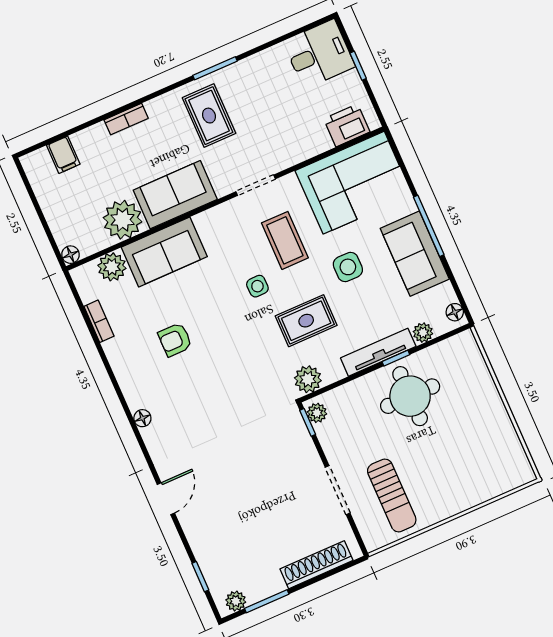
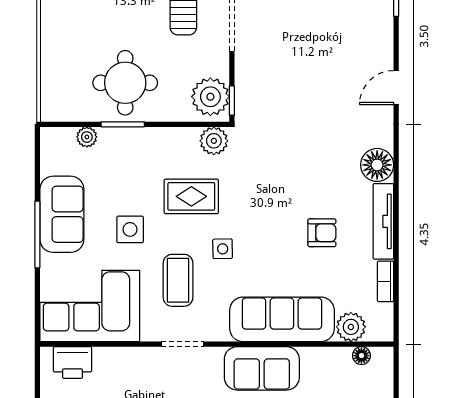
plant: (123, 220) -> (322, 367), removed
sofa: (164, 252) -> (282, 319), width x1.36
floor lamp: (70, 255) -> (361, 356), moved
floor lamp: (455, 312) -> (49, 143), removed
tv unit: (378, 352) -> (383, 221), moved, turned 90
window: (396, 358) -> (123, 124), width x1.50
plant: (317, 413) -> (210, 97), width x1.87, depth x1.87
floor lamp: (142, 418) -> (377, 165), width x1.89, depth x1.89

